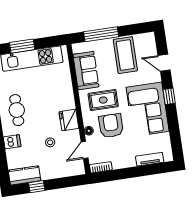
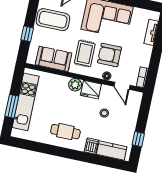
window: (101, 34) -> (27, 34), width x0.46
plant: (68, 102) -> (75, 85), added
kitchen counter: (25, 175) -> (112, 151), moved, turned 90

